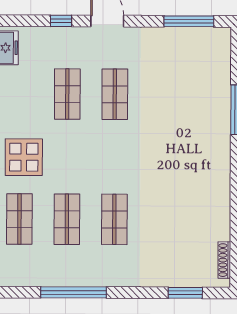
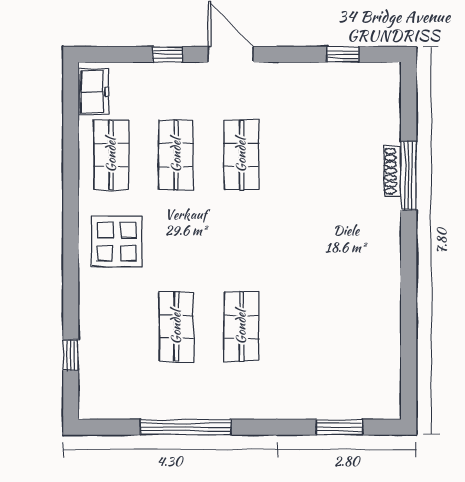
window: (189, 21) -> (343, 54), width x0.46
shop shelf: (19, 219) -> (111, 155), moved
shoe rack: (224, 260) -> (393, 171), moved

